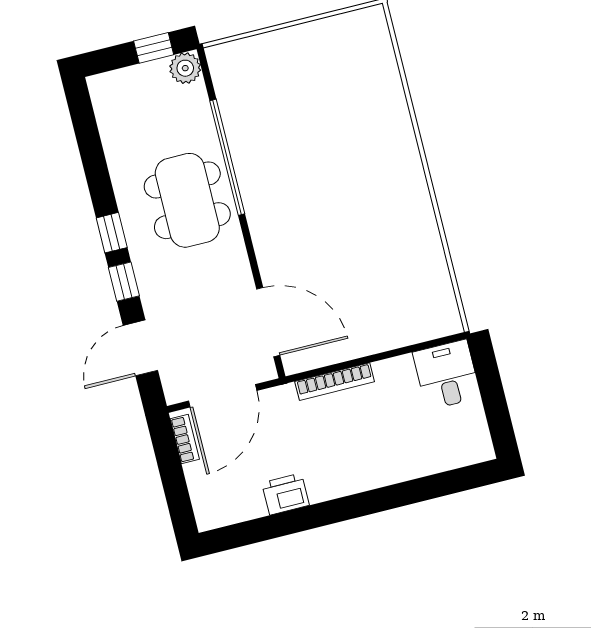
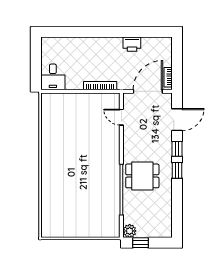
dining table: (187, 200) -> (142, 176), width x0.73
door: (268, 322) -> (121, 117), width x0.53

